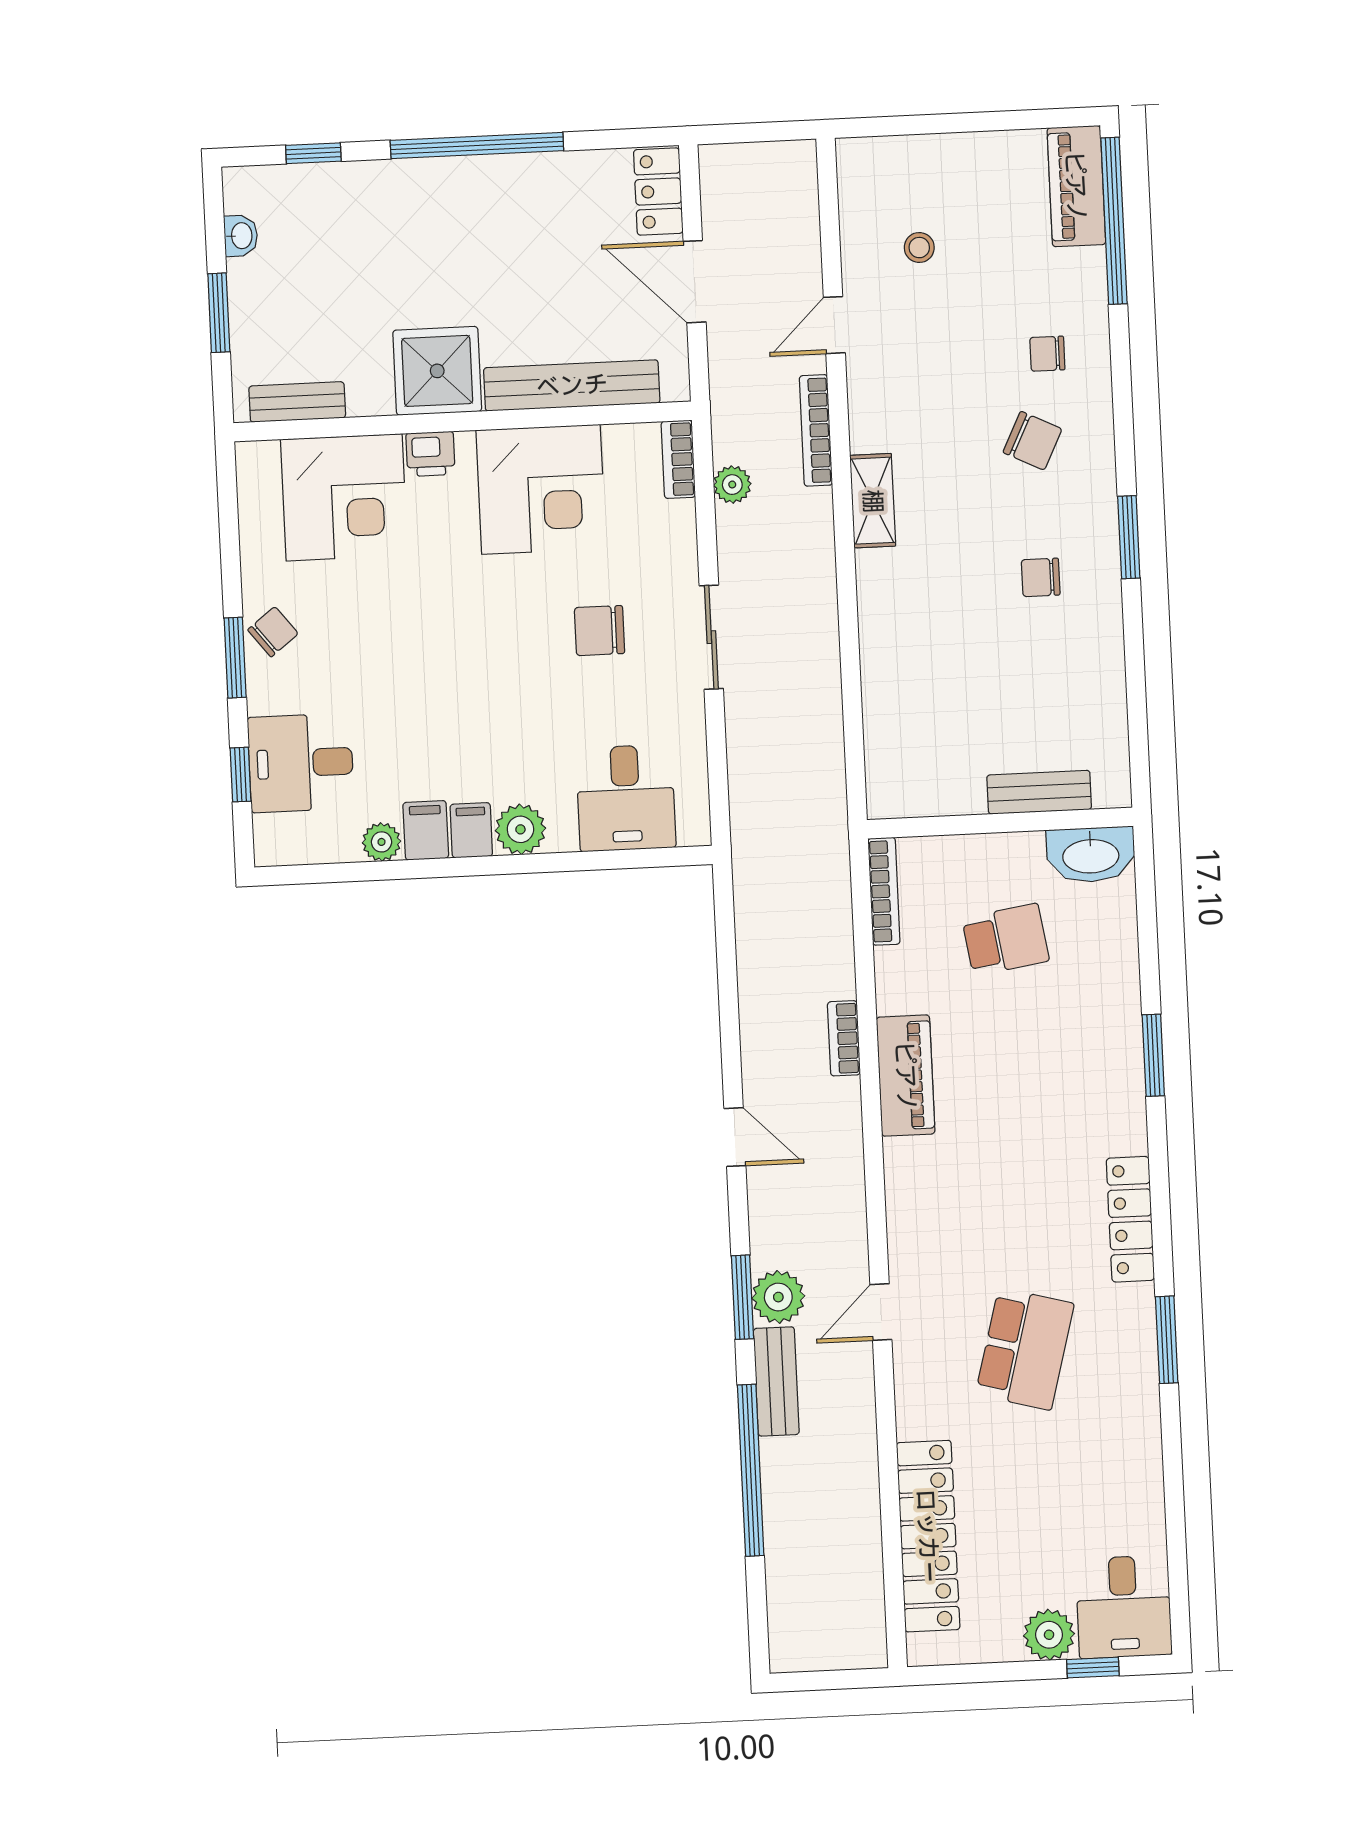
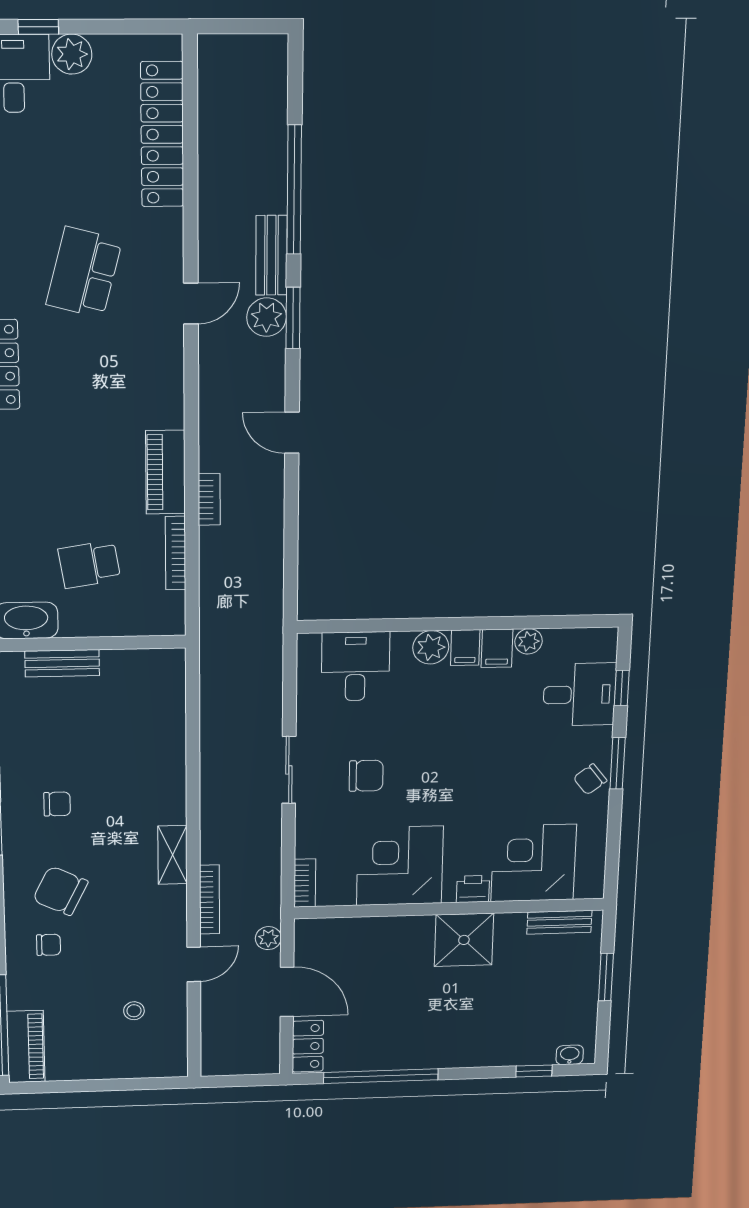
window: (477, 146) -> (381, 1076), moved
washbasin: (241, 236) -> (570, 1055), moved, turned 90
bench: (572, 385) -> (374, 930), removed
chair: (1032, 441) -> (60, 891), width x1.37, depth x1.37
plant: (732, 485) -> (268, 938), moved
bookcase: (884, 891) -> (175, 553), moved

